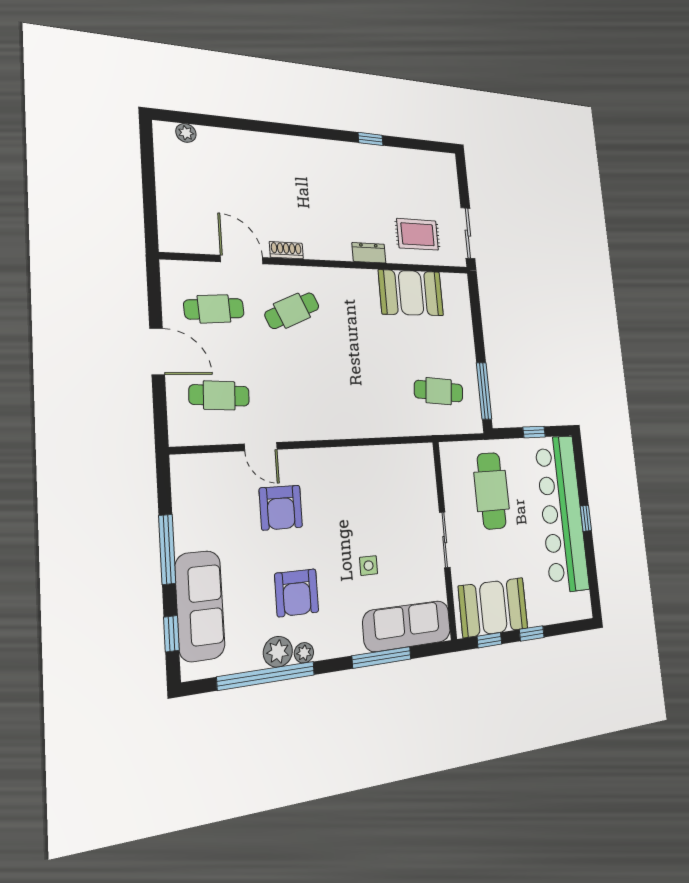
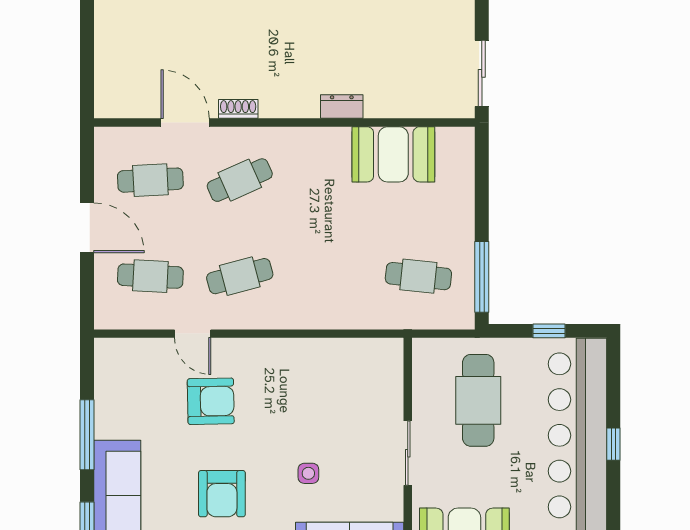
rug: (418, 234) -> (410, 79), removed
cafe table: (298, 394) -> (240, 276), added
armchair: (281, 508) -> (211, 401), turned -91

